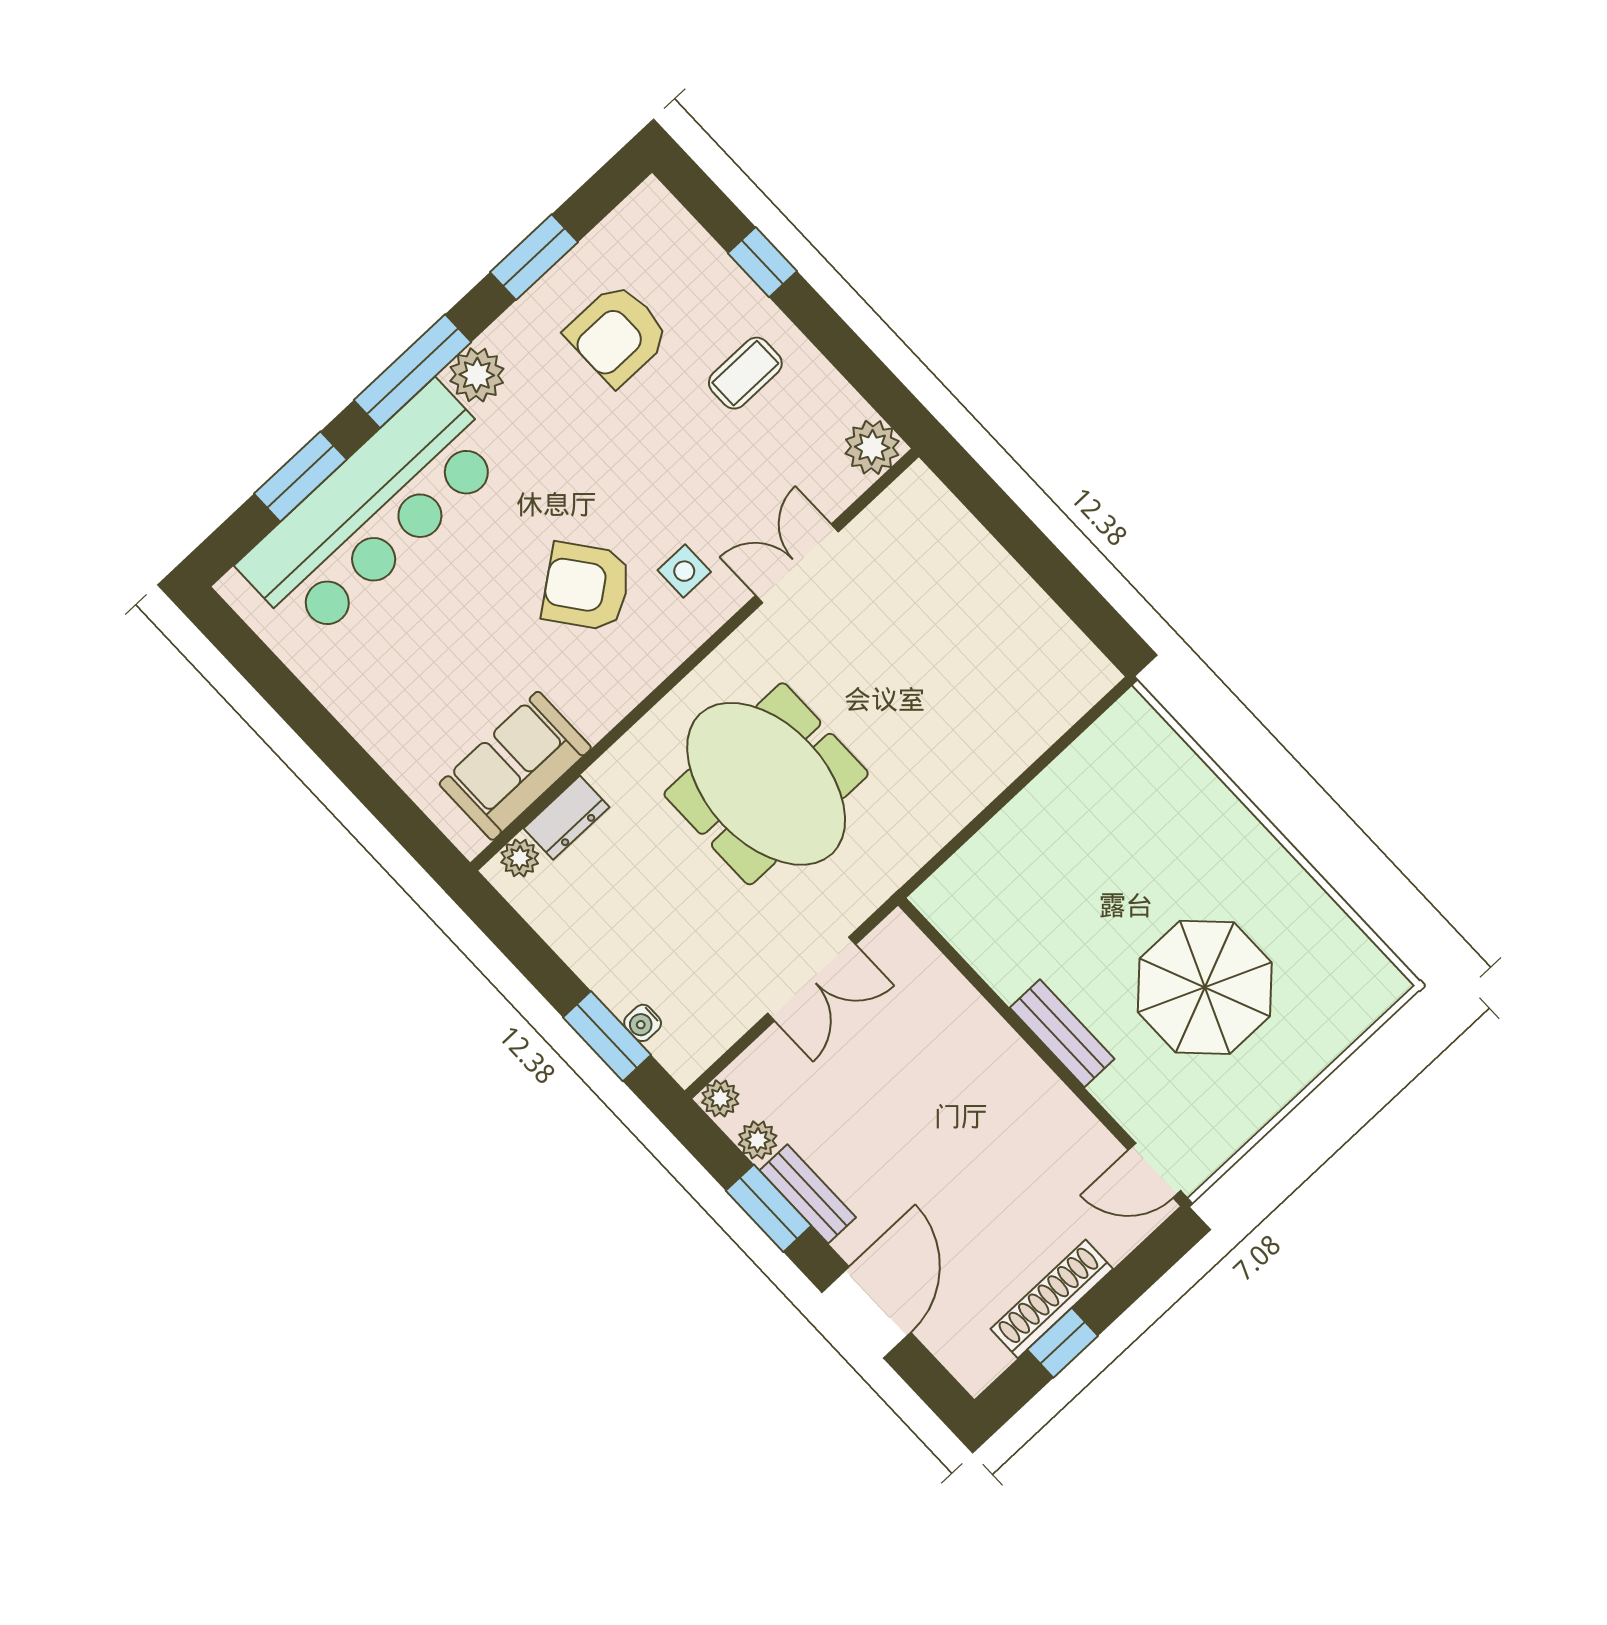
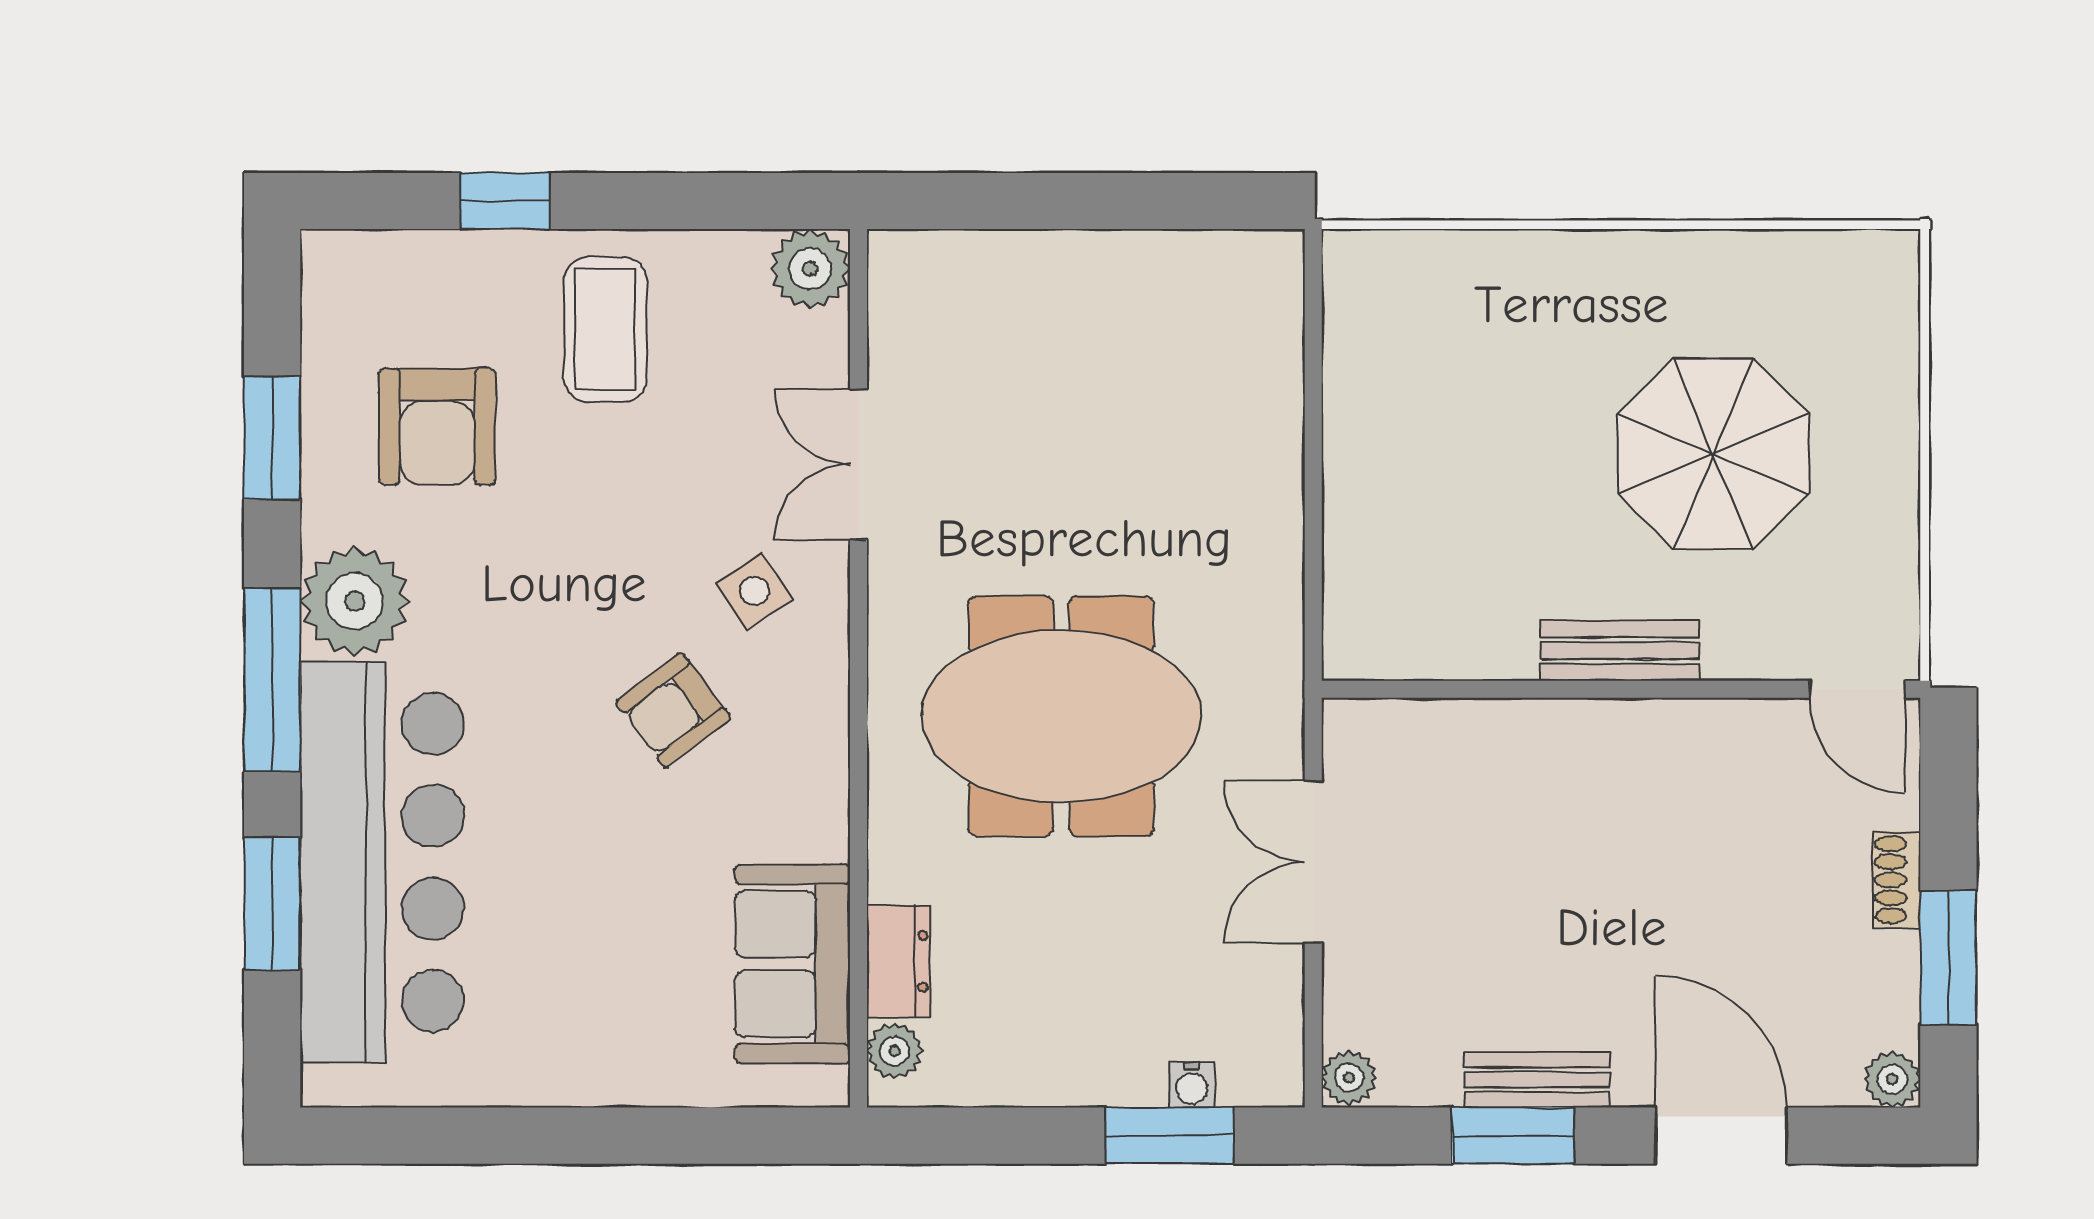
coffee table: (745, 373) -> (605, 329), width x1.36, depth x1.30
plant: (477, 375) -> (355, 601), width x1.36, depth x1.36
side table: (684, 571) -> (754, 591), turned -34
armchair: (586, 587) -> (673, 710), width x0.72, depth x0.72
double door: (812, 979) -> (1313, 862), swing flipped
plant: (758, 1140) -> (1892, 1079), moved
door: (1154, 1170) -> (1857, 689), hinge flipped
shoe rack: (1052, 1299) -> (1897, 880), width x0.51, depth x0.81
window: (1063, 1343) -> (1948, 958), width x1.50

